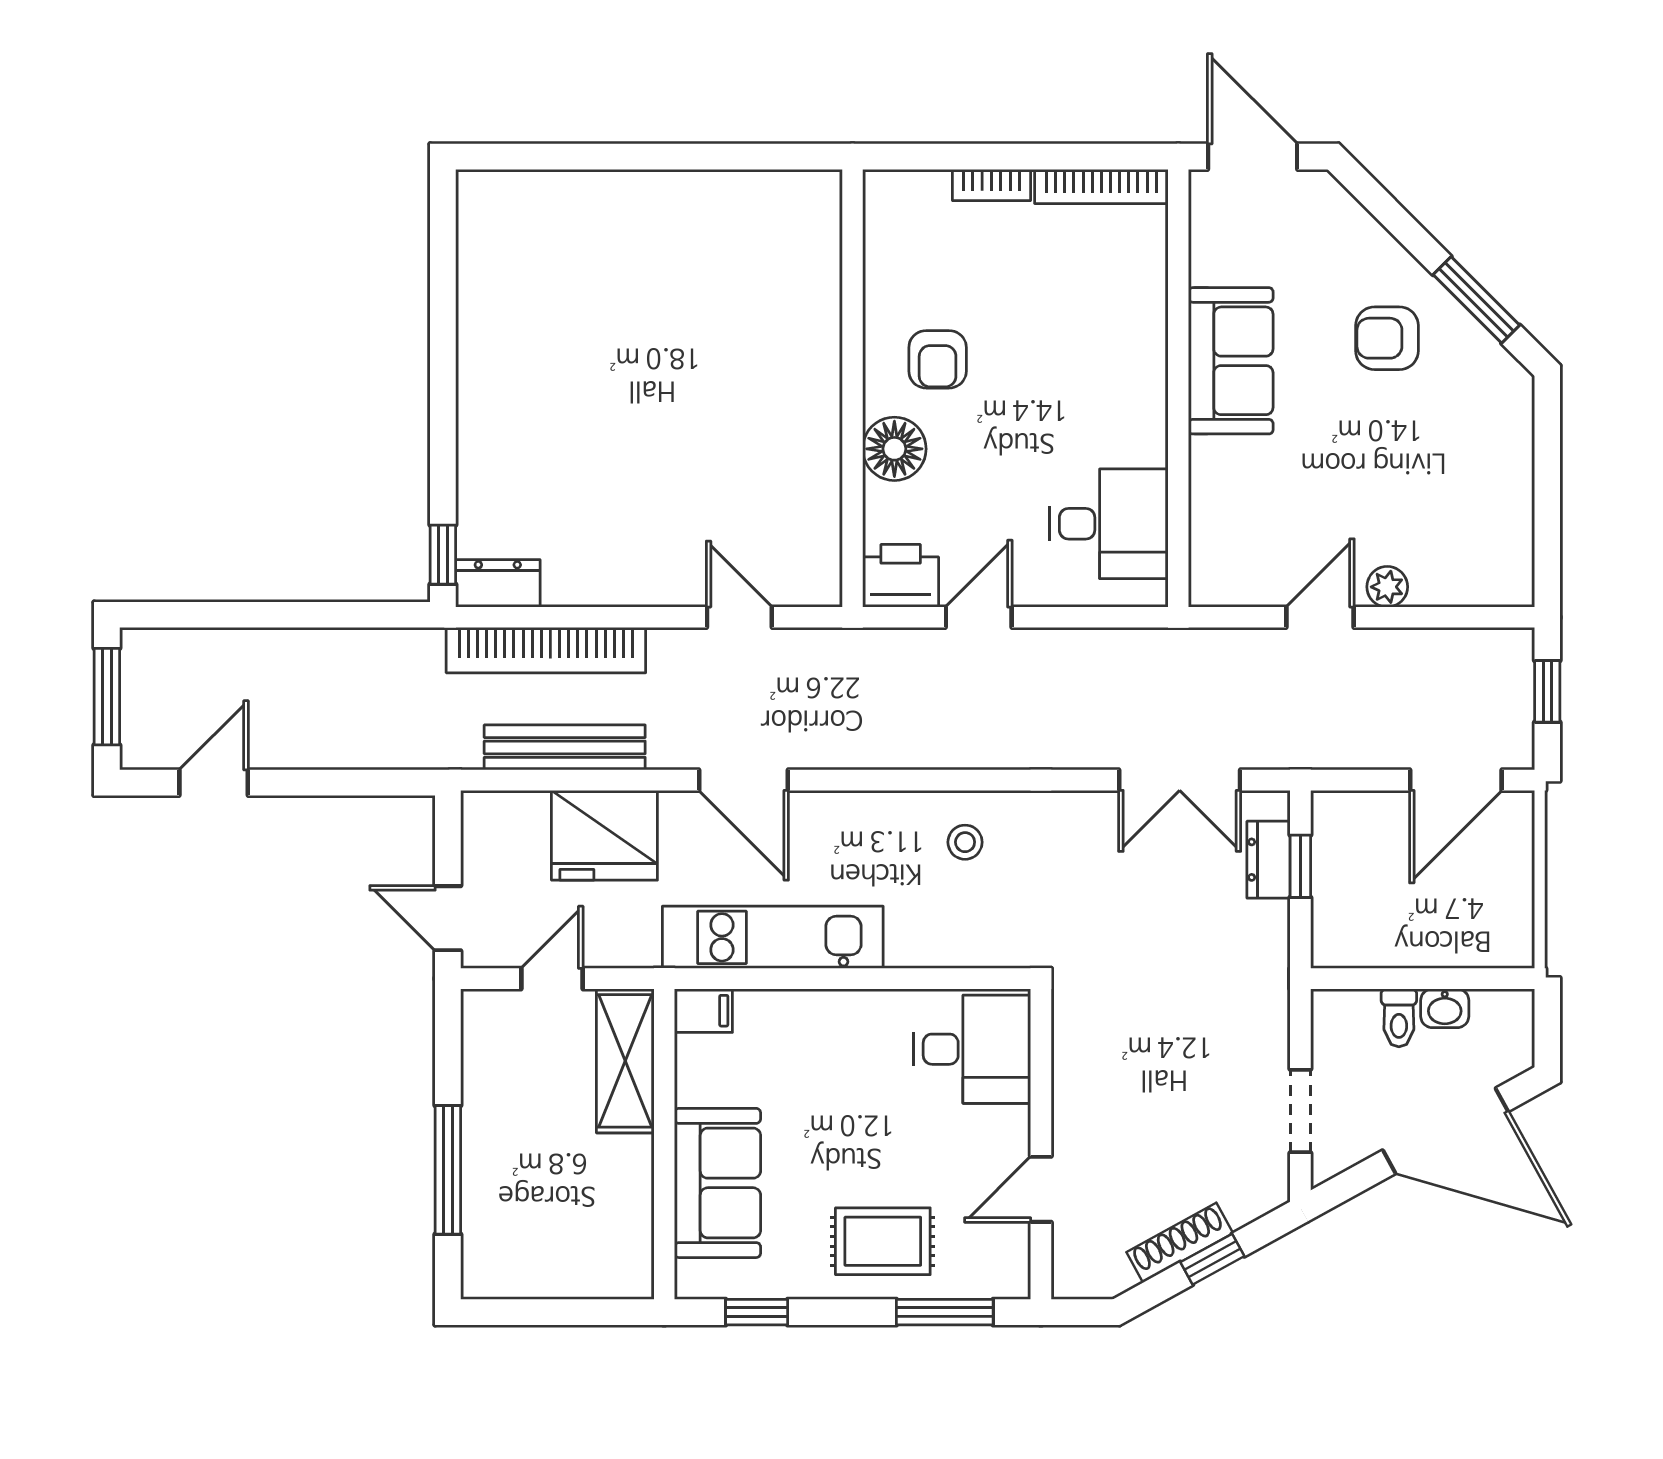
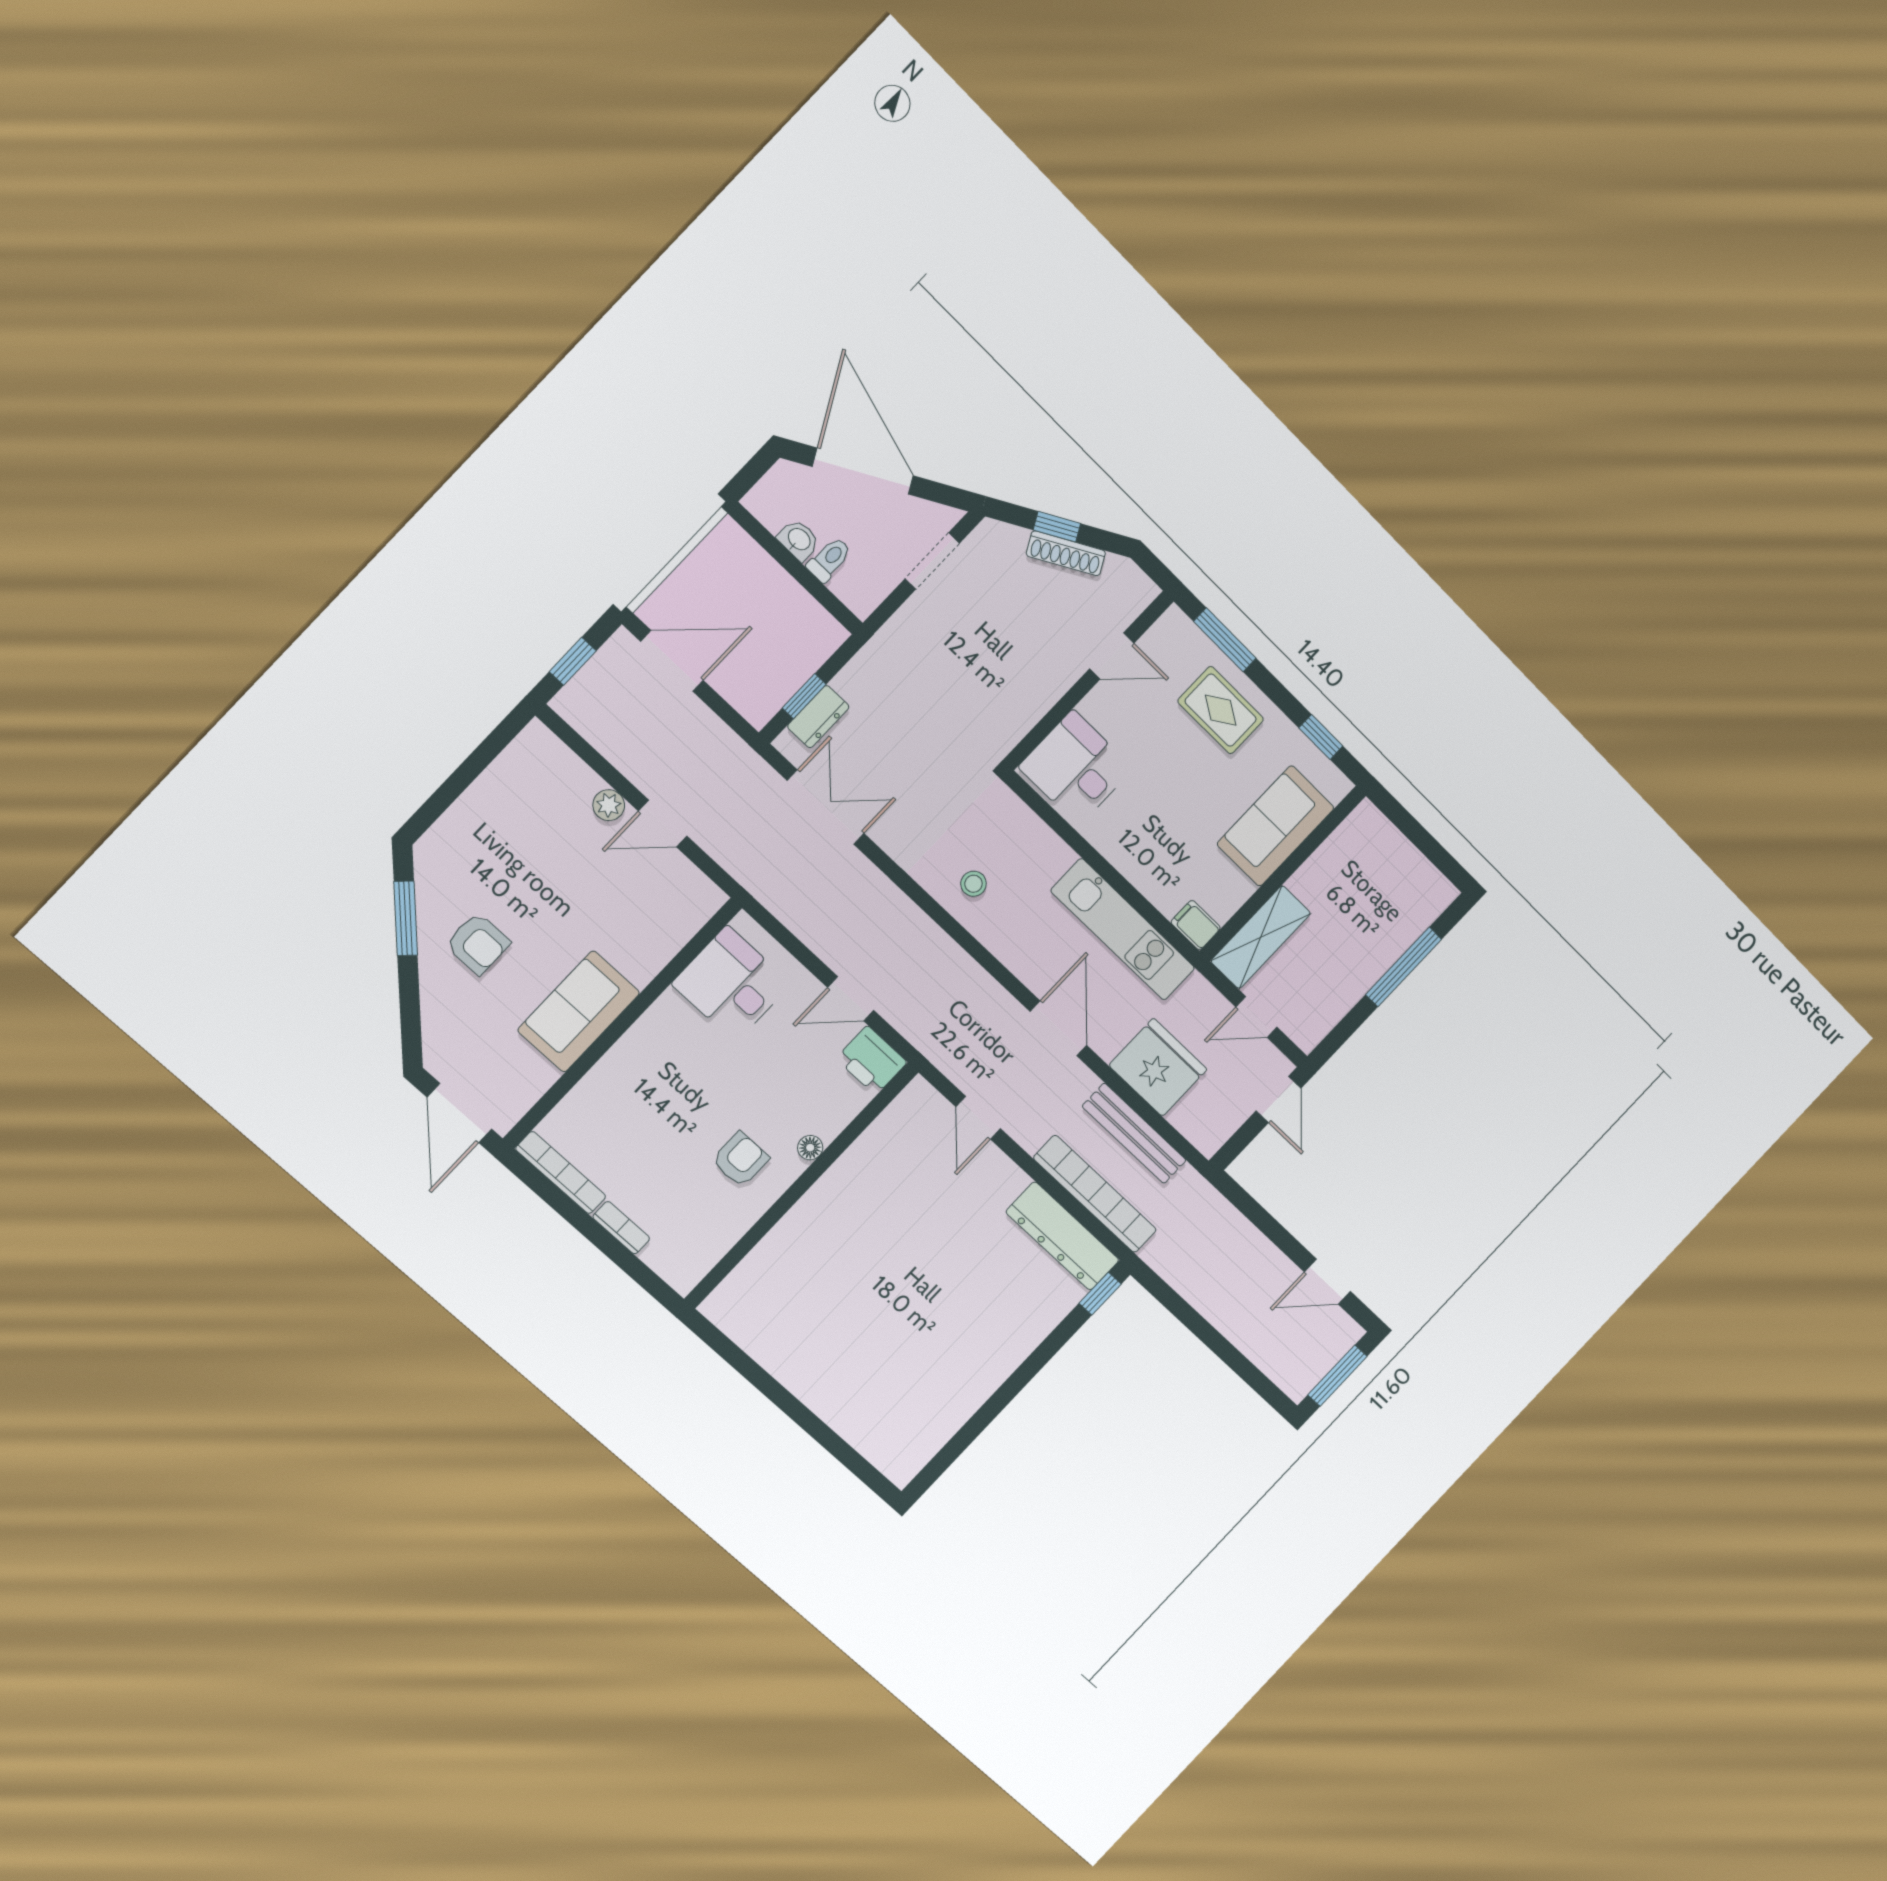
floor lamp: (894, 449) -> (810, 1148), width x0.53, depth x0.53
dresser: (498, 583) -> (1062, 1236), width x1.96, depth x1.24

